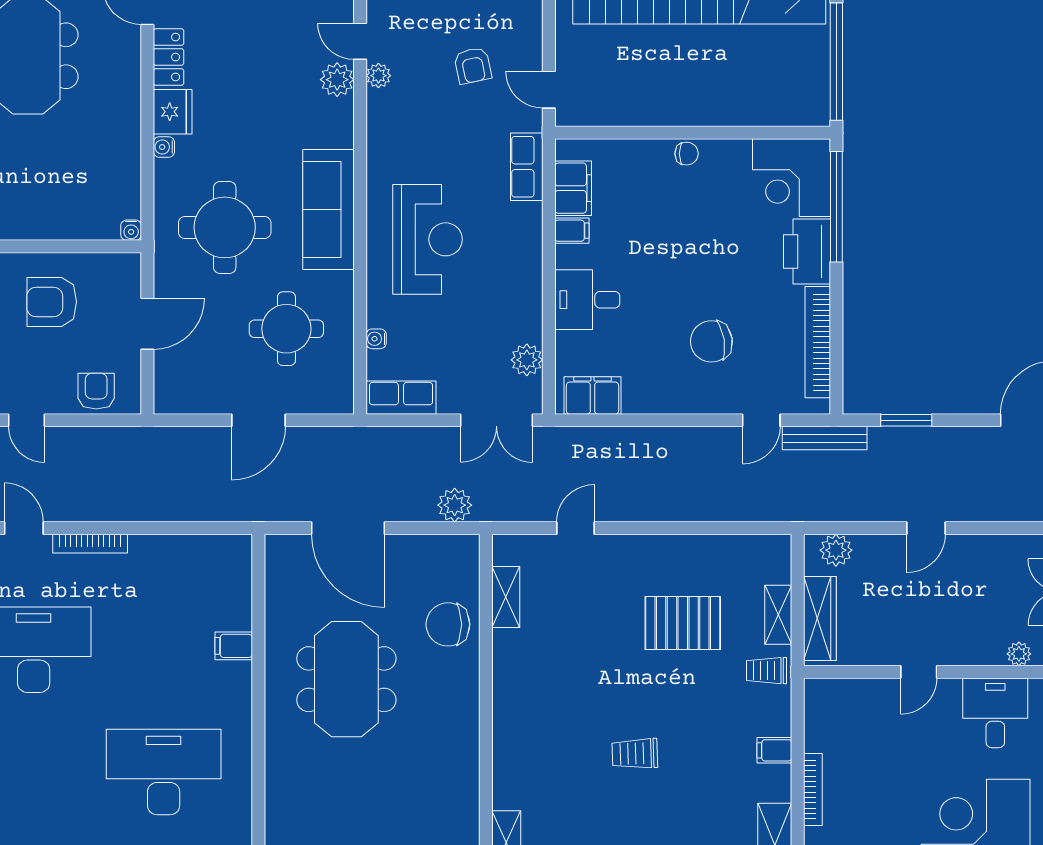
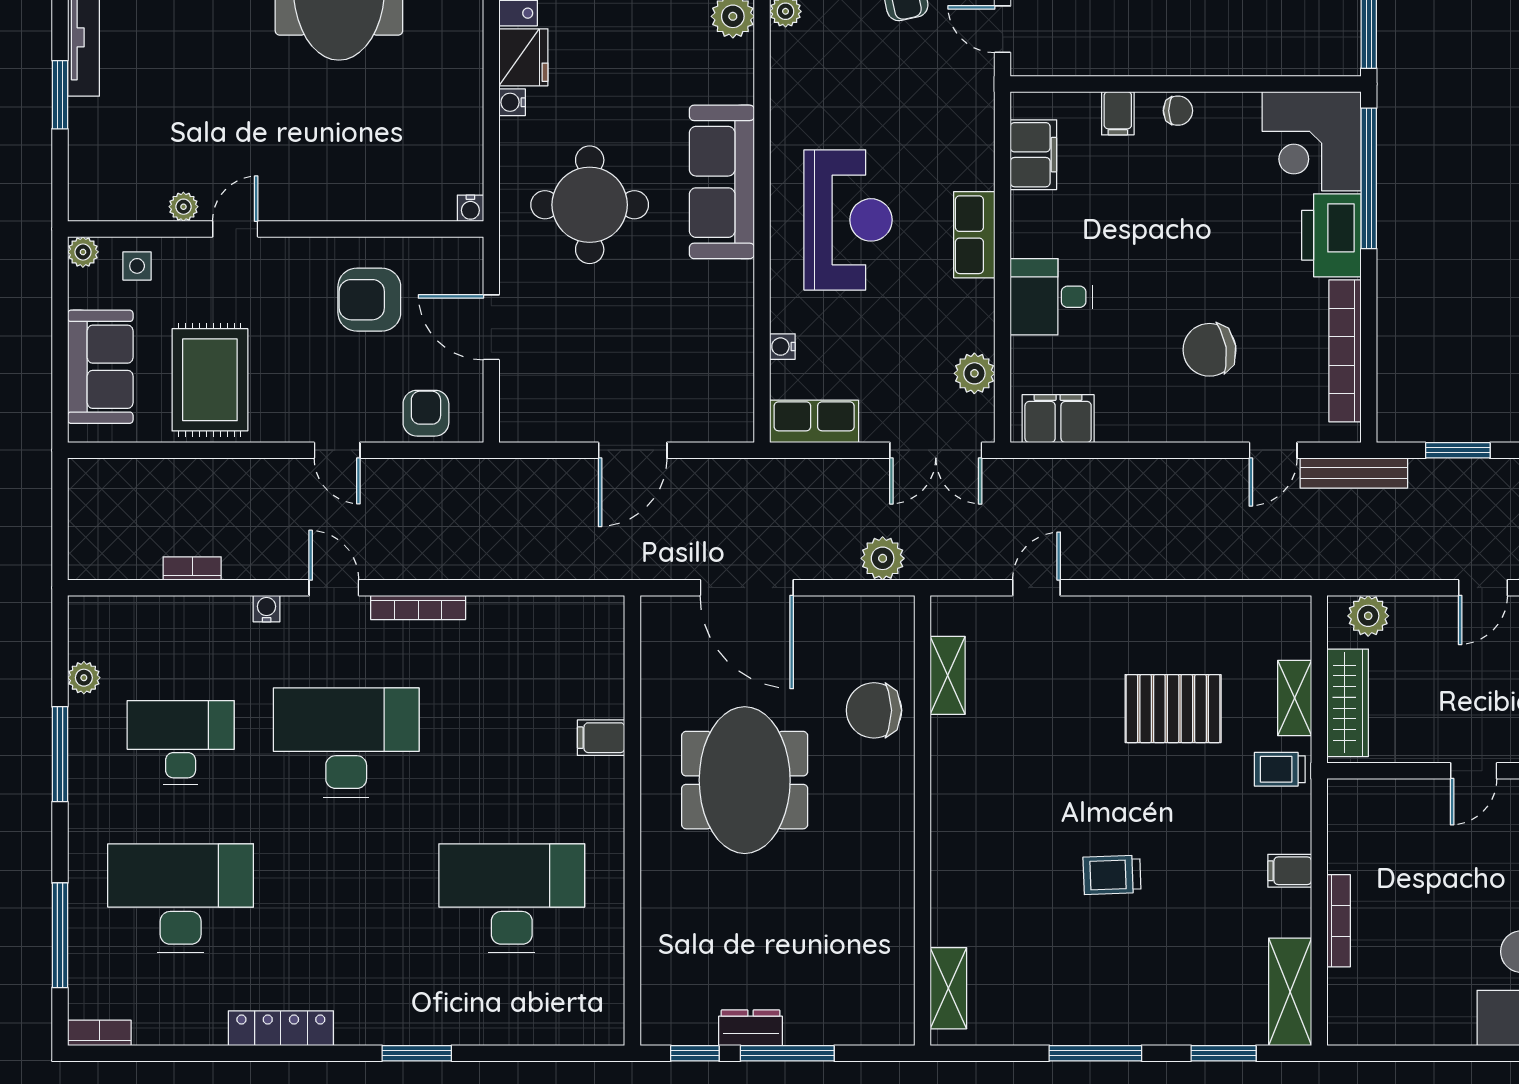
row of seats: (527, 167) -> (974, 235), moved
filing cabinet: (572, 231) -> (1118, 113), moved, turned 90
door: (147, 324) -> (491, 327), swing flipped
round table: (286, 329) -> (668, 334), removed

